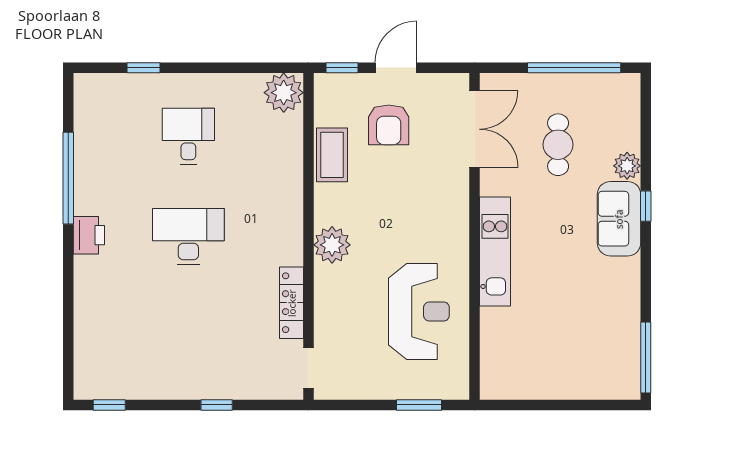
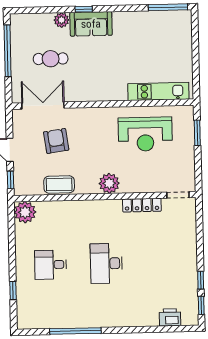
armchair: (389, 125) -> (56, 141), moved, turned -98
printer: (89, 235) -> (170, 317), moved
kitchen unit: (495, 252) -> (158, 91), moved
reception desk: (419, 312) -> (145, 134), turned 180
window: (217, 405) -> (201, 280), moved

